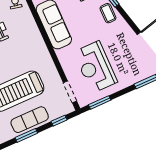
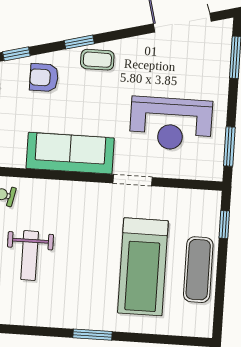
doorway: (70, 92) -> (133, 180), moved
window: (26, 135) -> (220, 288), removed

